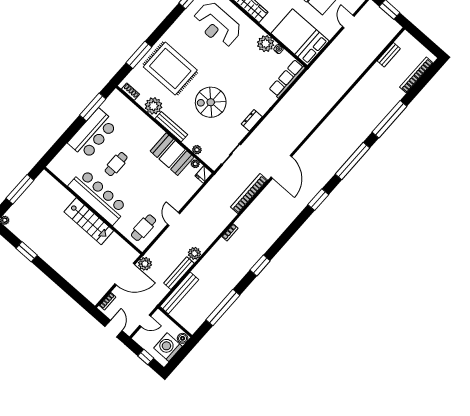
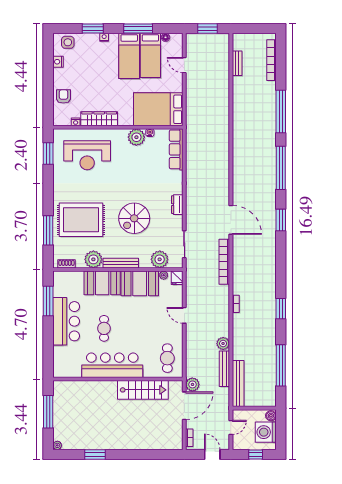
booth: (145, 129) -> (102, 283), added
plant: (197, 150) -> (160, 259), width x1.88, depth x1.88
door: (174, 219) -> (184, 315), moved
stairs: (89, 221) -> (143, 390), moved

